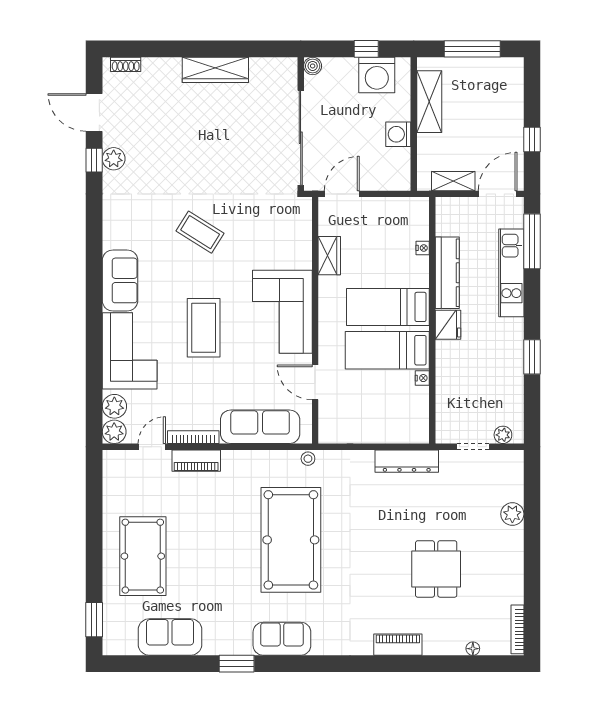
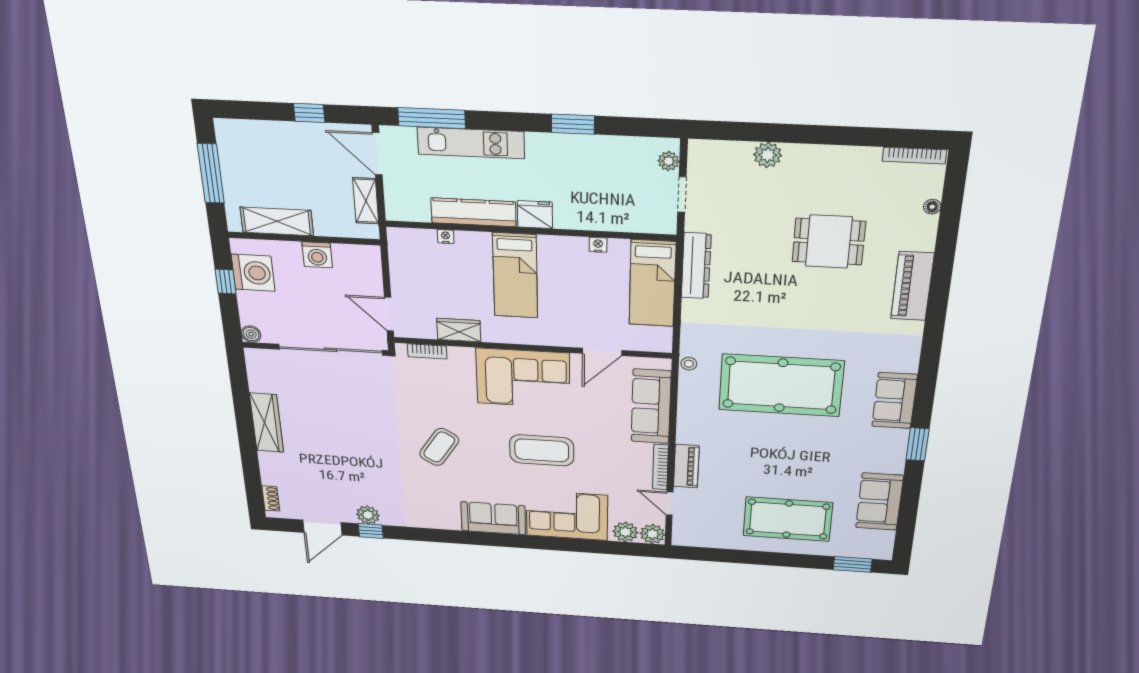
bookcase: (305, 226) -> (427, 351), added
bed: (387, 350) -> (652, 283), moved
piano: (398, 645) -> (912, 286), width x1.37, depth x1.33

